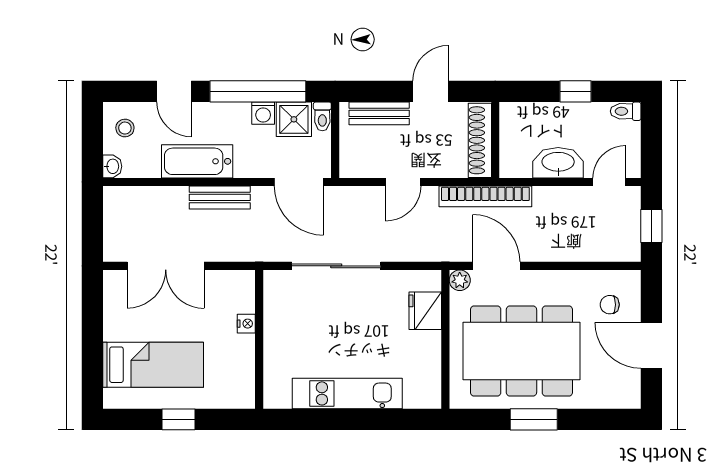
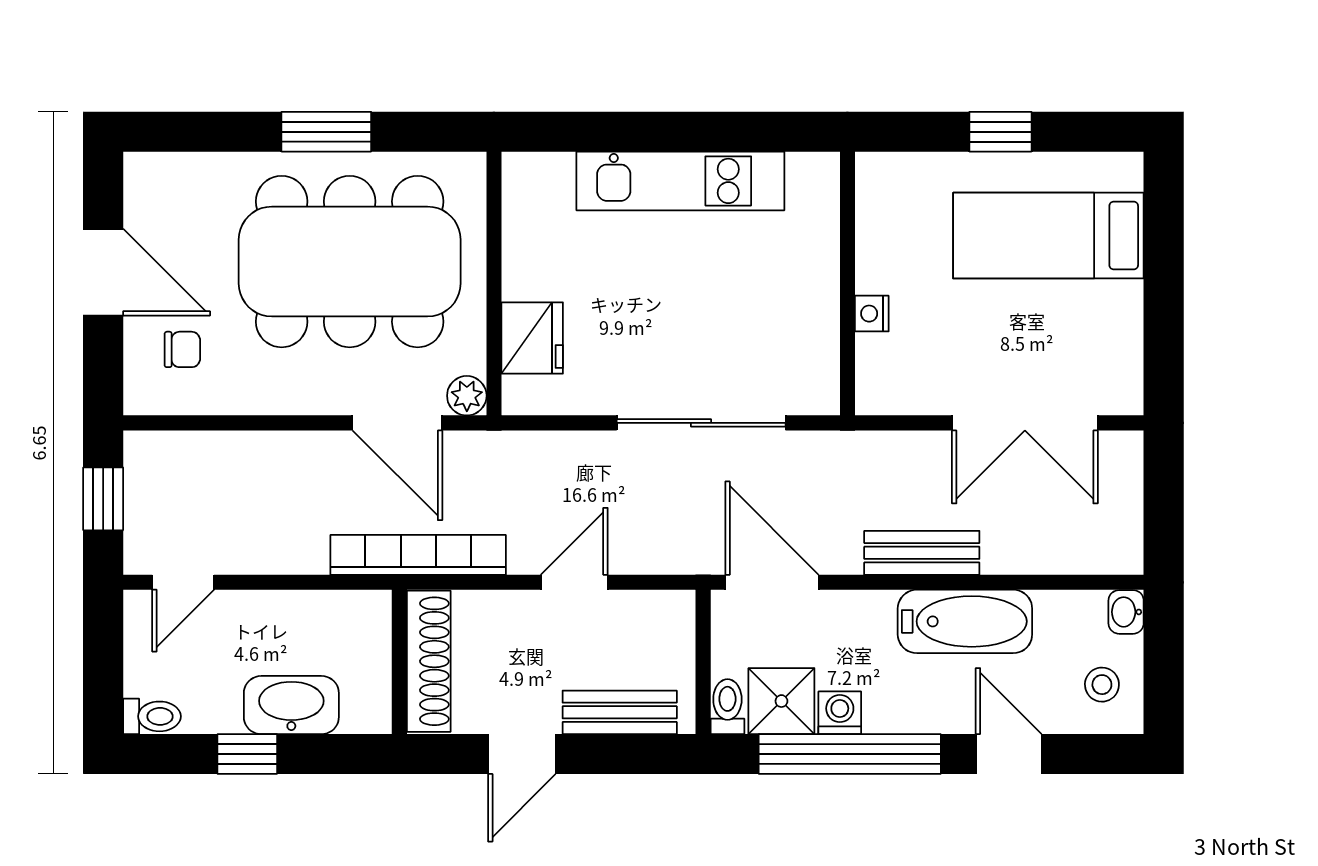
washbasin: (558, 163) -> (291, 705), moved, turned 180
double door: (166, 266) -> (1025, 423), swing flipped

